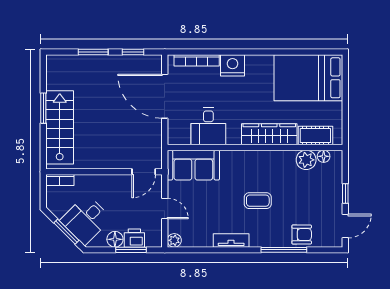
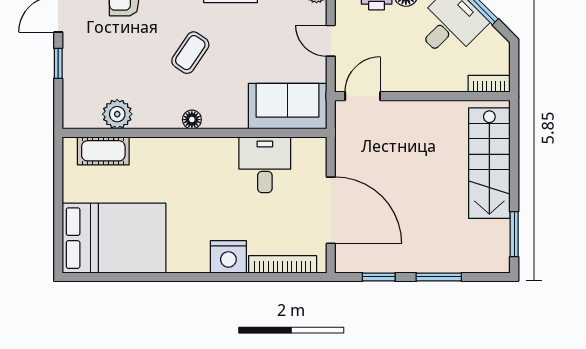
window: (43, 108) -> (514, 234), moved
wardrobe: (269, 134) -> (173, 153), removed
floor lamp: (324, 156) -> (192, 120), moved
coffee table: (258, 201) -> (190, 53), turned -56

